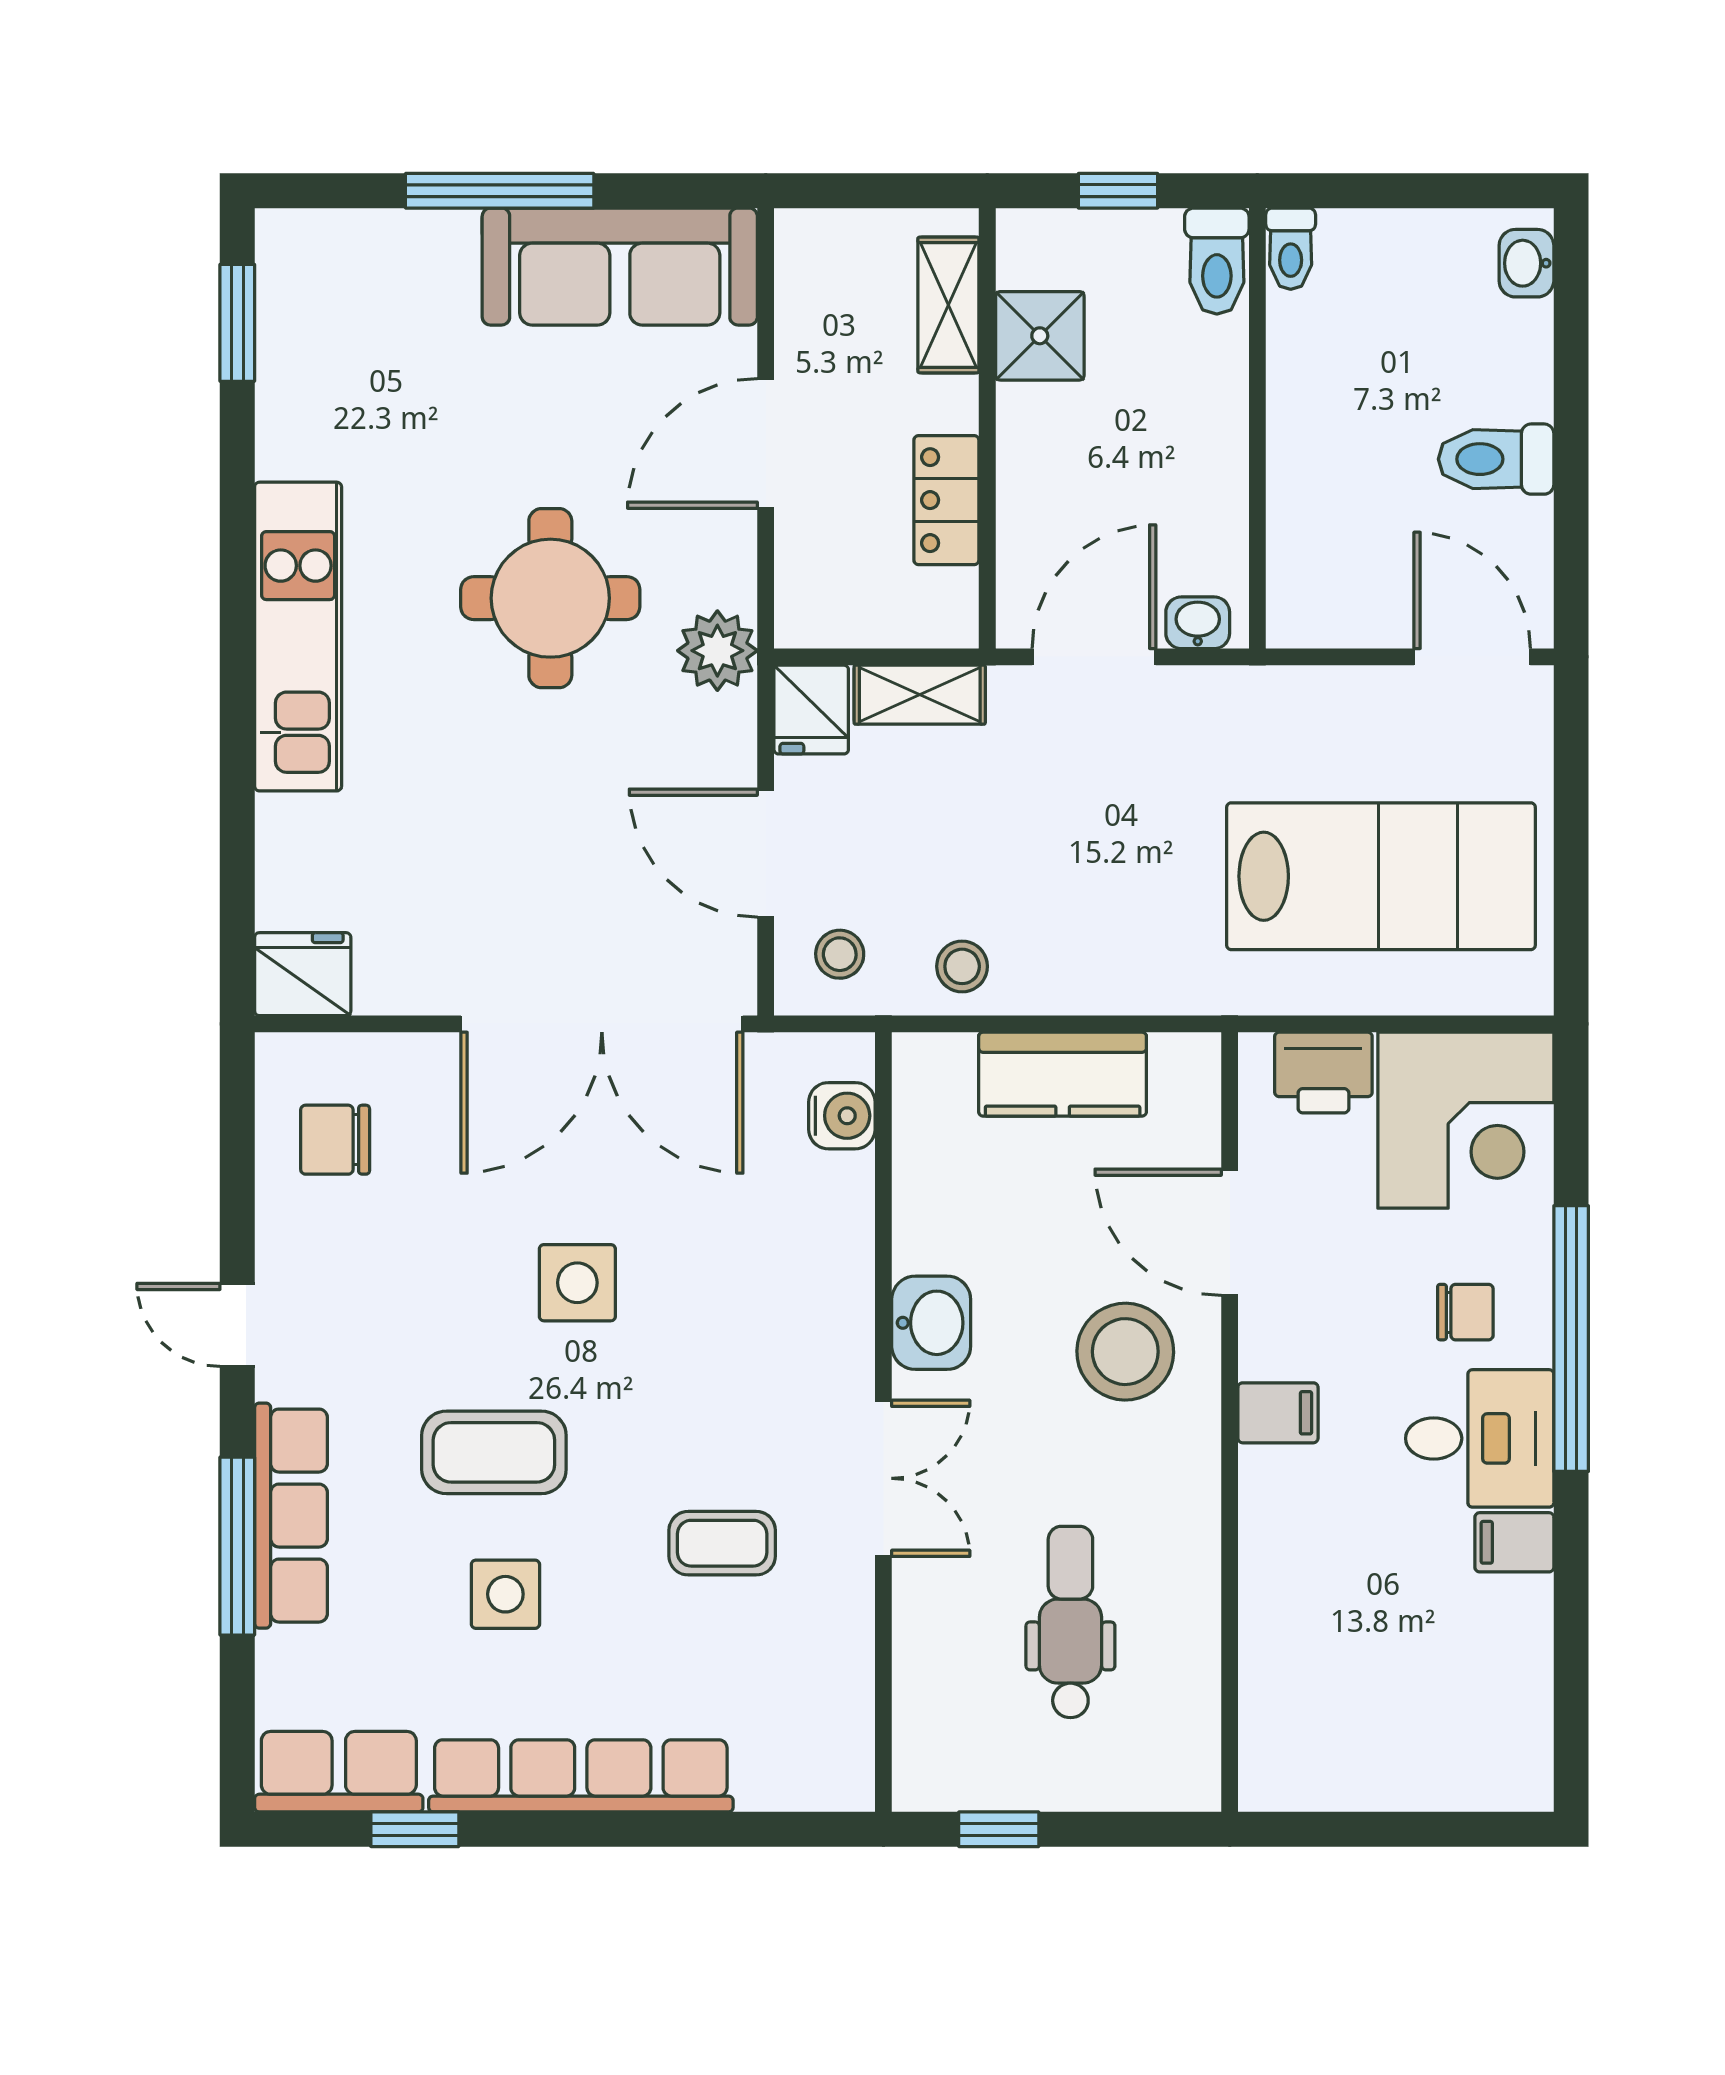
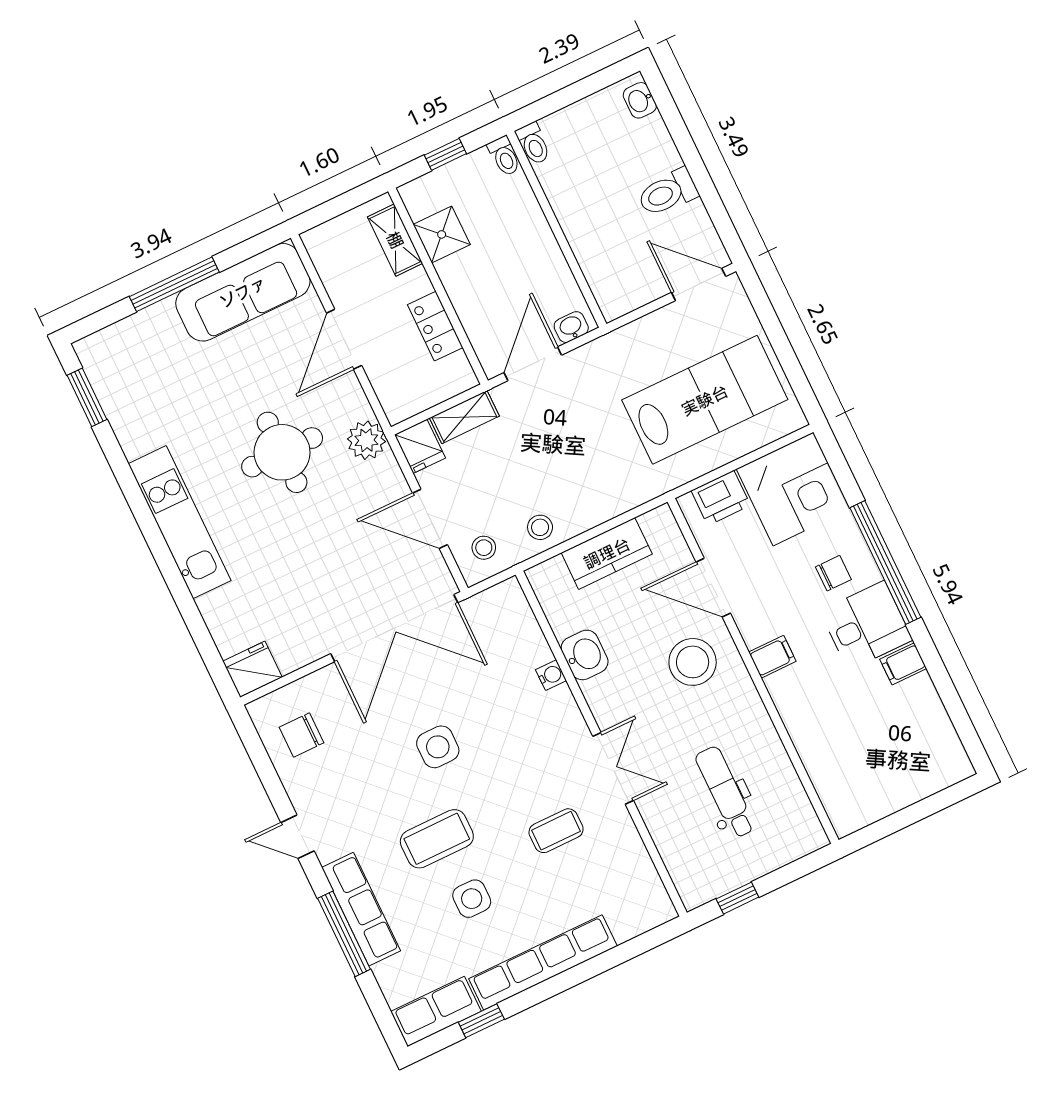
toilet: (1217, 261) -> (504, 156), width x0.73, depth x0.72
water cooler: (842, 1116) -> (551, 675), moved, width x0.72, depth x0.72
washbasin: (931, 1323) -> (585, 655), moved

